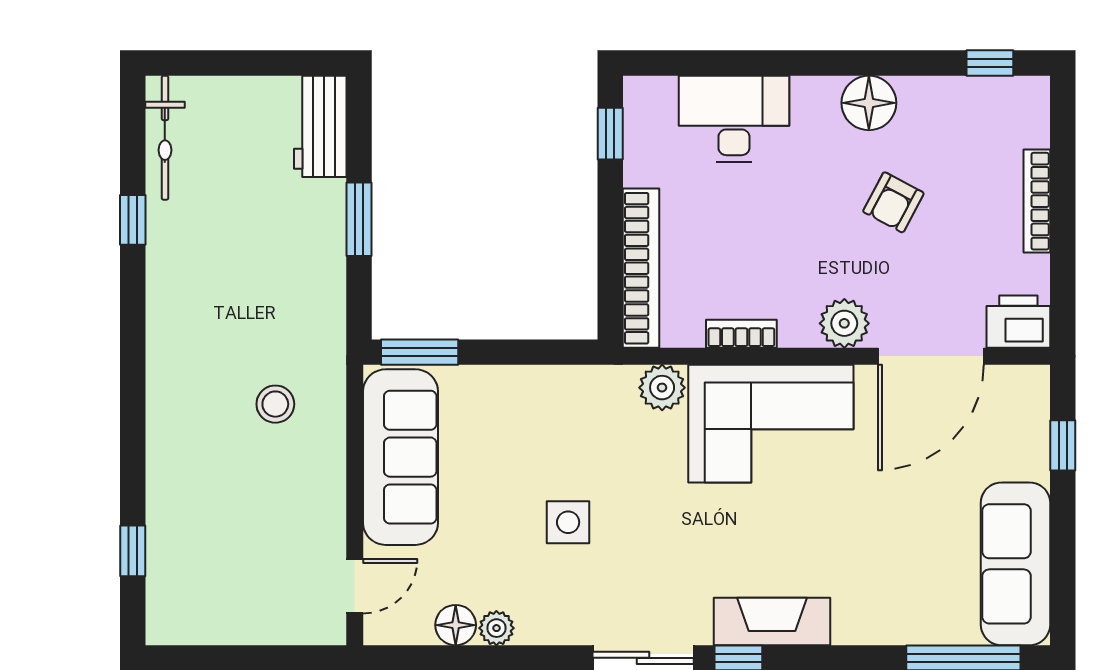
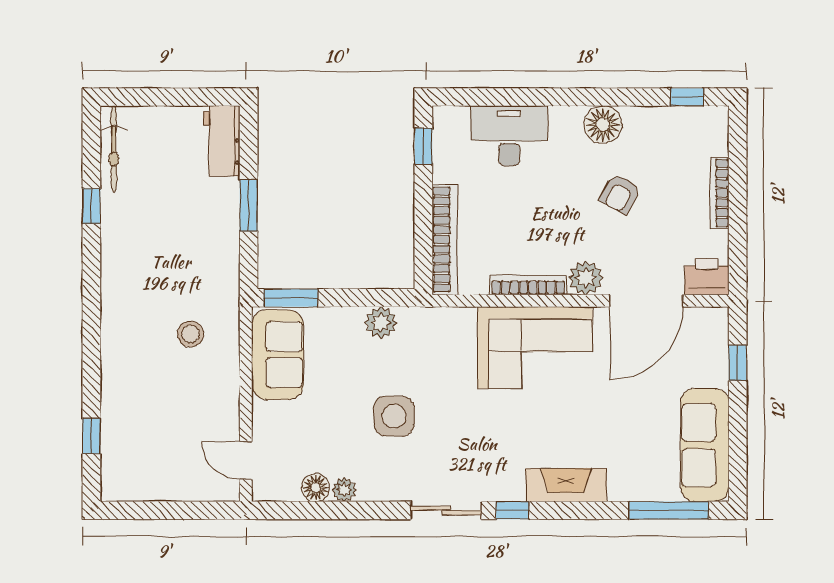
bookcase: (741, 334) -> (528, 285), width x1.56
plant: (662, 388) -> (381, 323), moved
sofa: (401, 457) -> (277, 355), width x0.73
side table: (568, 522) -> (394, 416), width x1.37, depth x1.37
door: (355, 586) -> (246, 461), swing flipped
fireplace: (772, 621) -> (566, 485), moved

